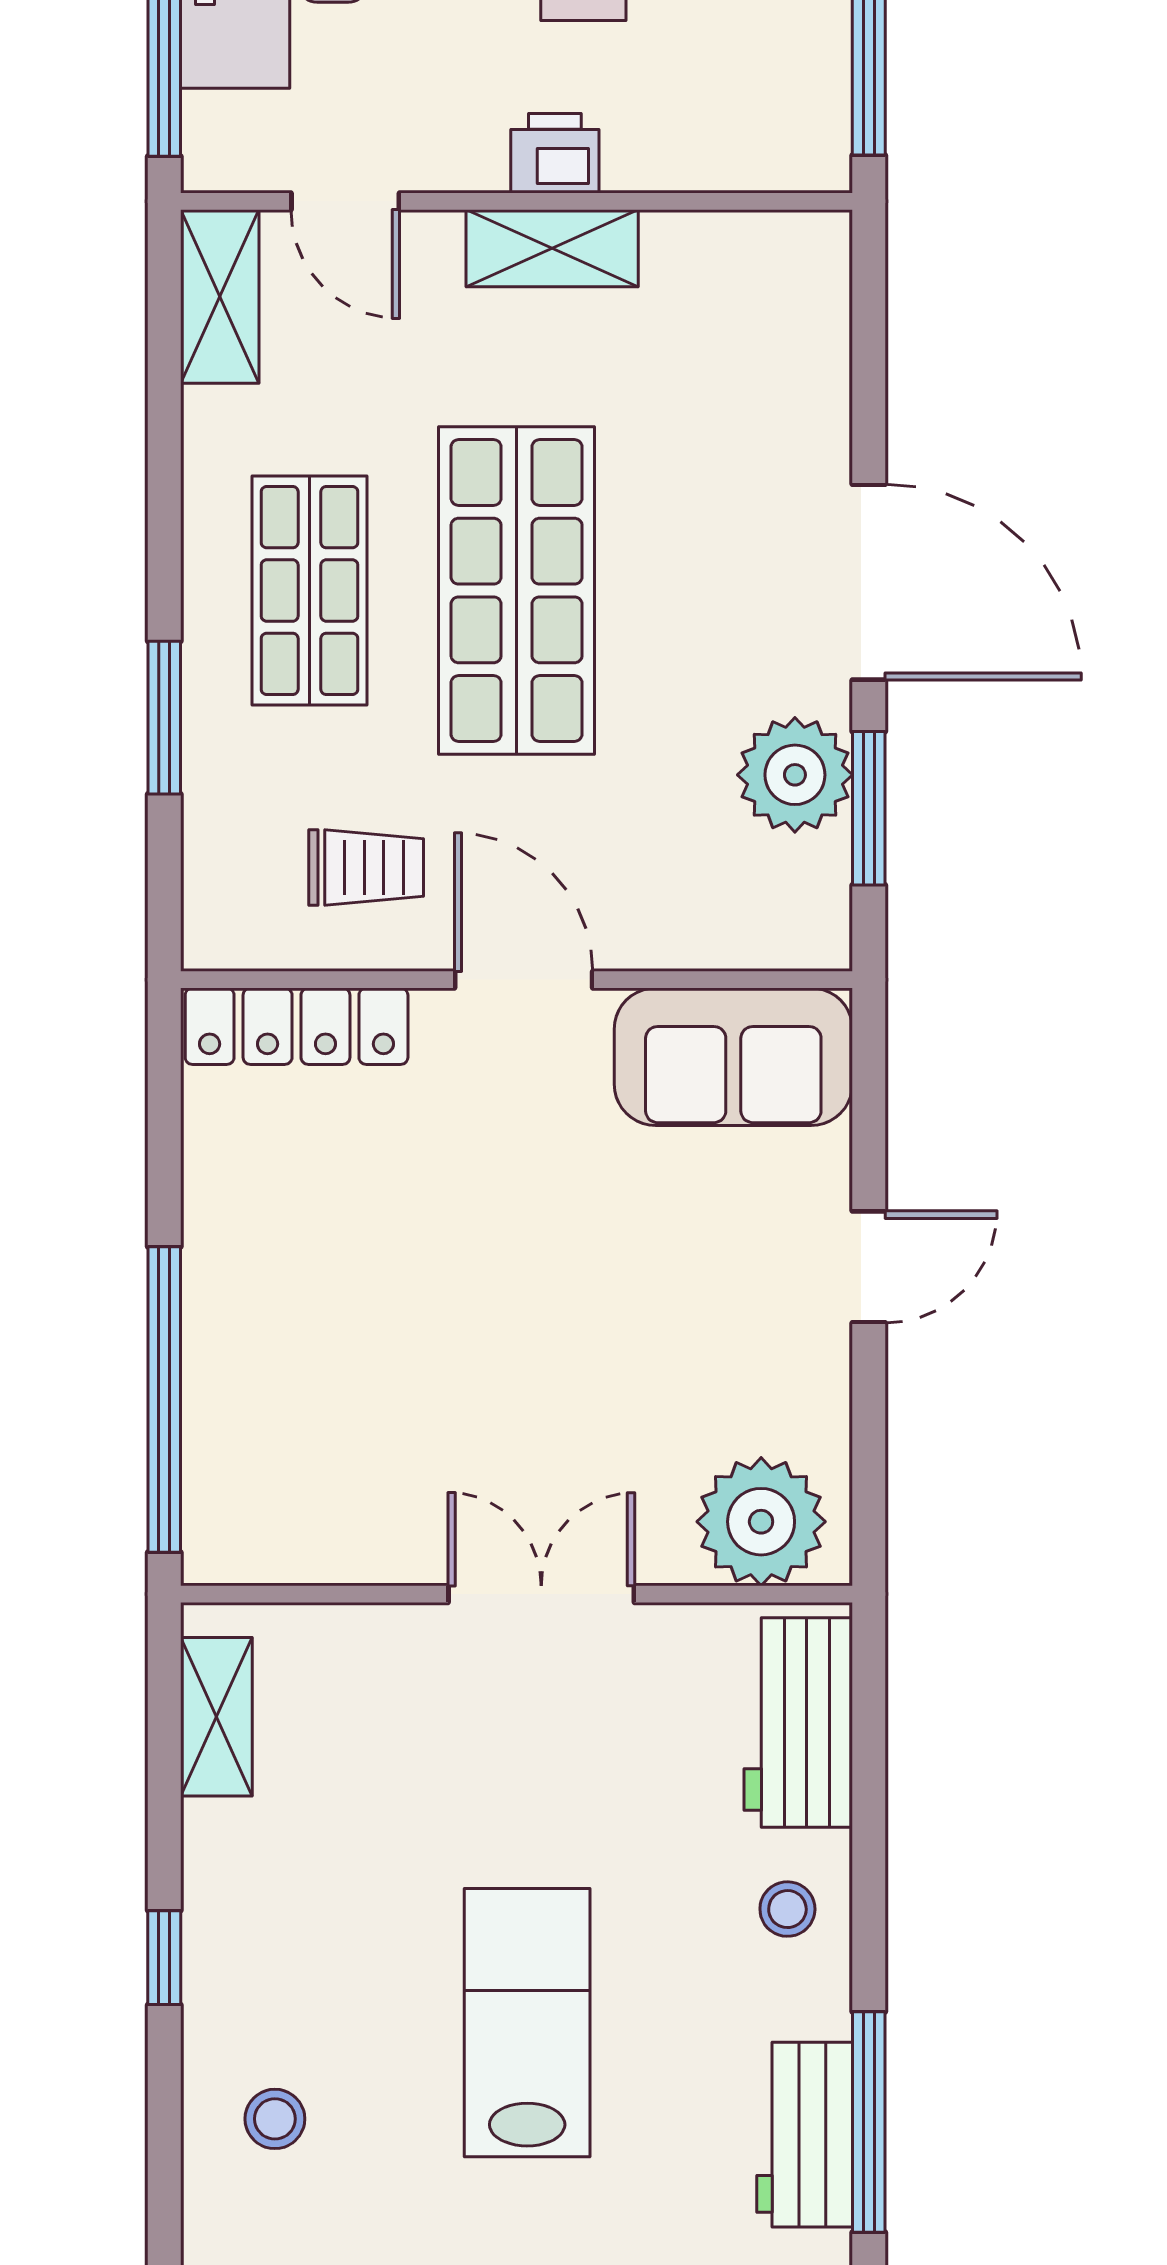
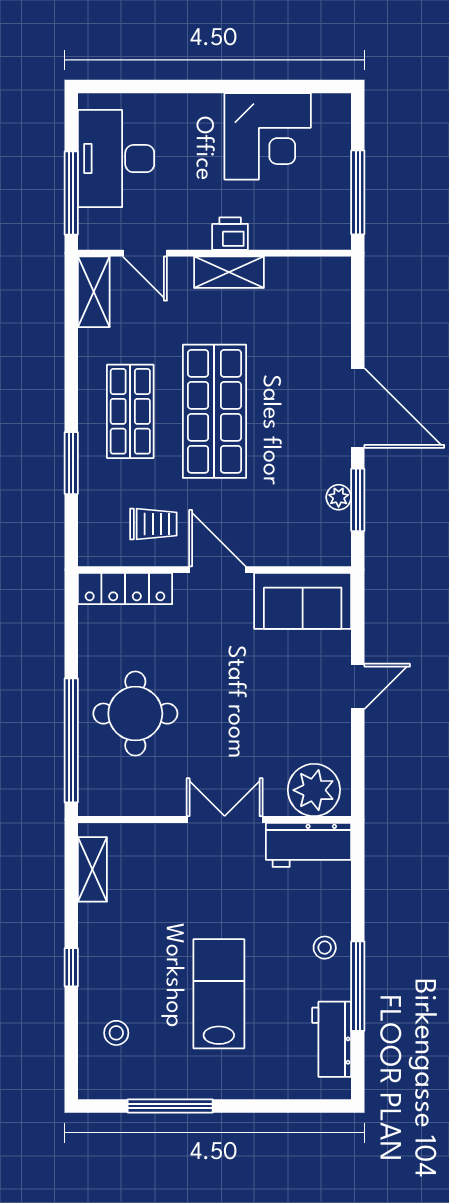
plant: (795, 775) -> (339, 497), width x0.53, depth x0.53
round table: (322, 1334) -> (135, 714), added
workbench: (798, 1722) -> (308, 845), moved, turned -90
window: (869, 2122) -> (358, 986), moved

